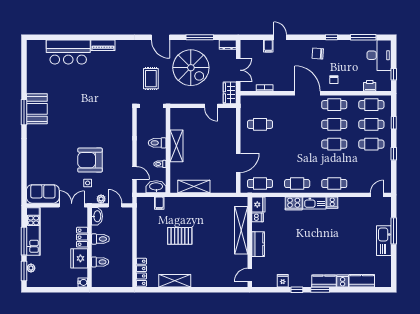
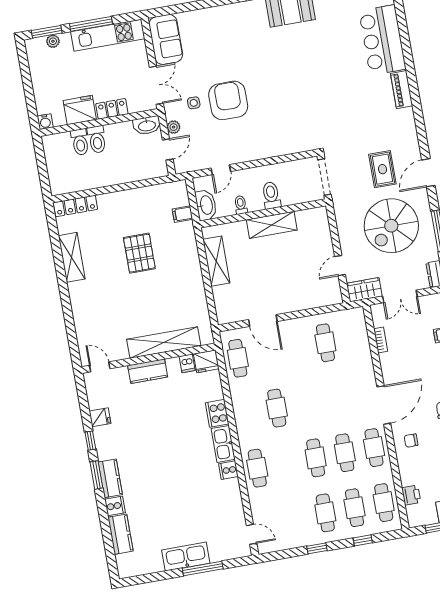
rug: (151, 79) -> (382, 169), moved, turned 90
cafe table: (297, 184) -> (277, 408), moved
toilet: (100, 239) -> (97, 139), moved

